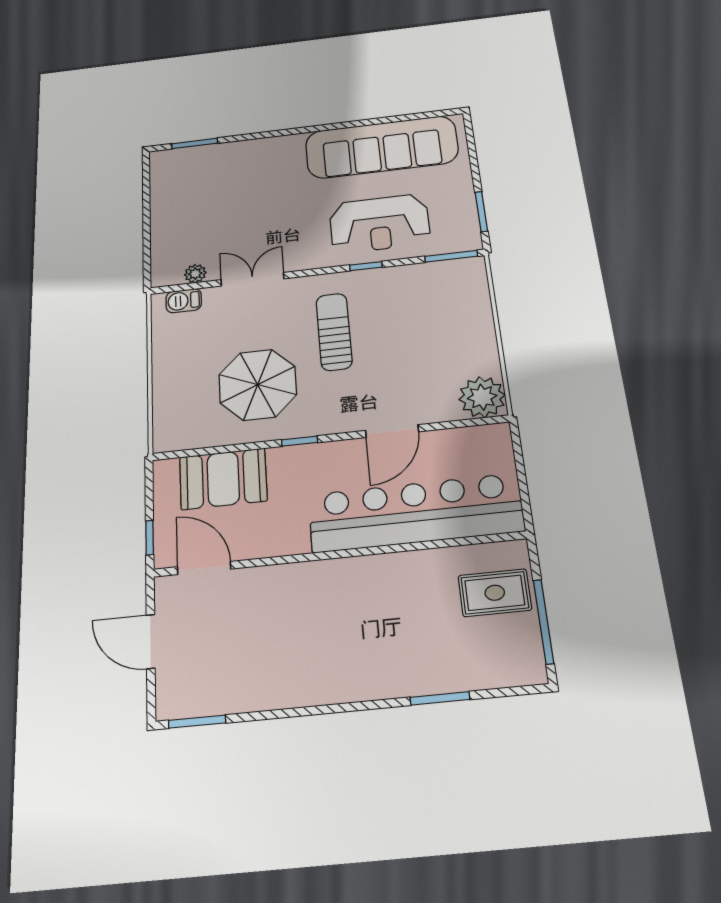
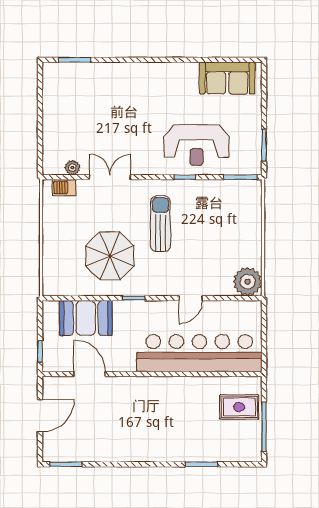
sofa: (381, 147) -> (227, 78), width x0.54, depth x0.79
door: (392, 431) -> (191, 298), width x0.73
door: (204, 568) -> (90, 374), moved
door: (151, 641) -> (40, 415), swing flipped

